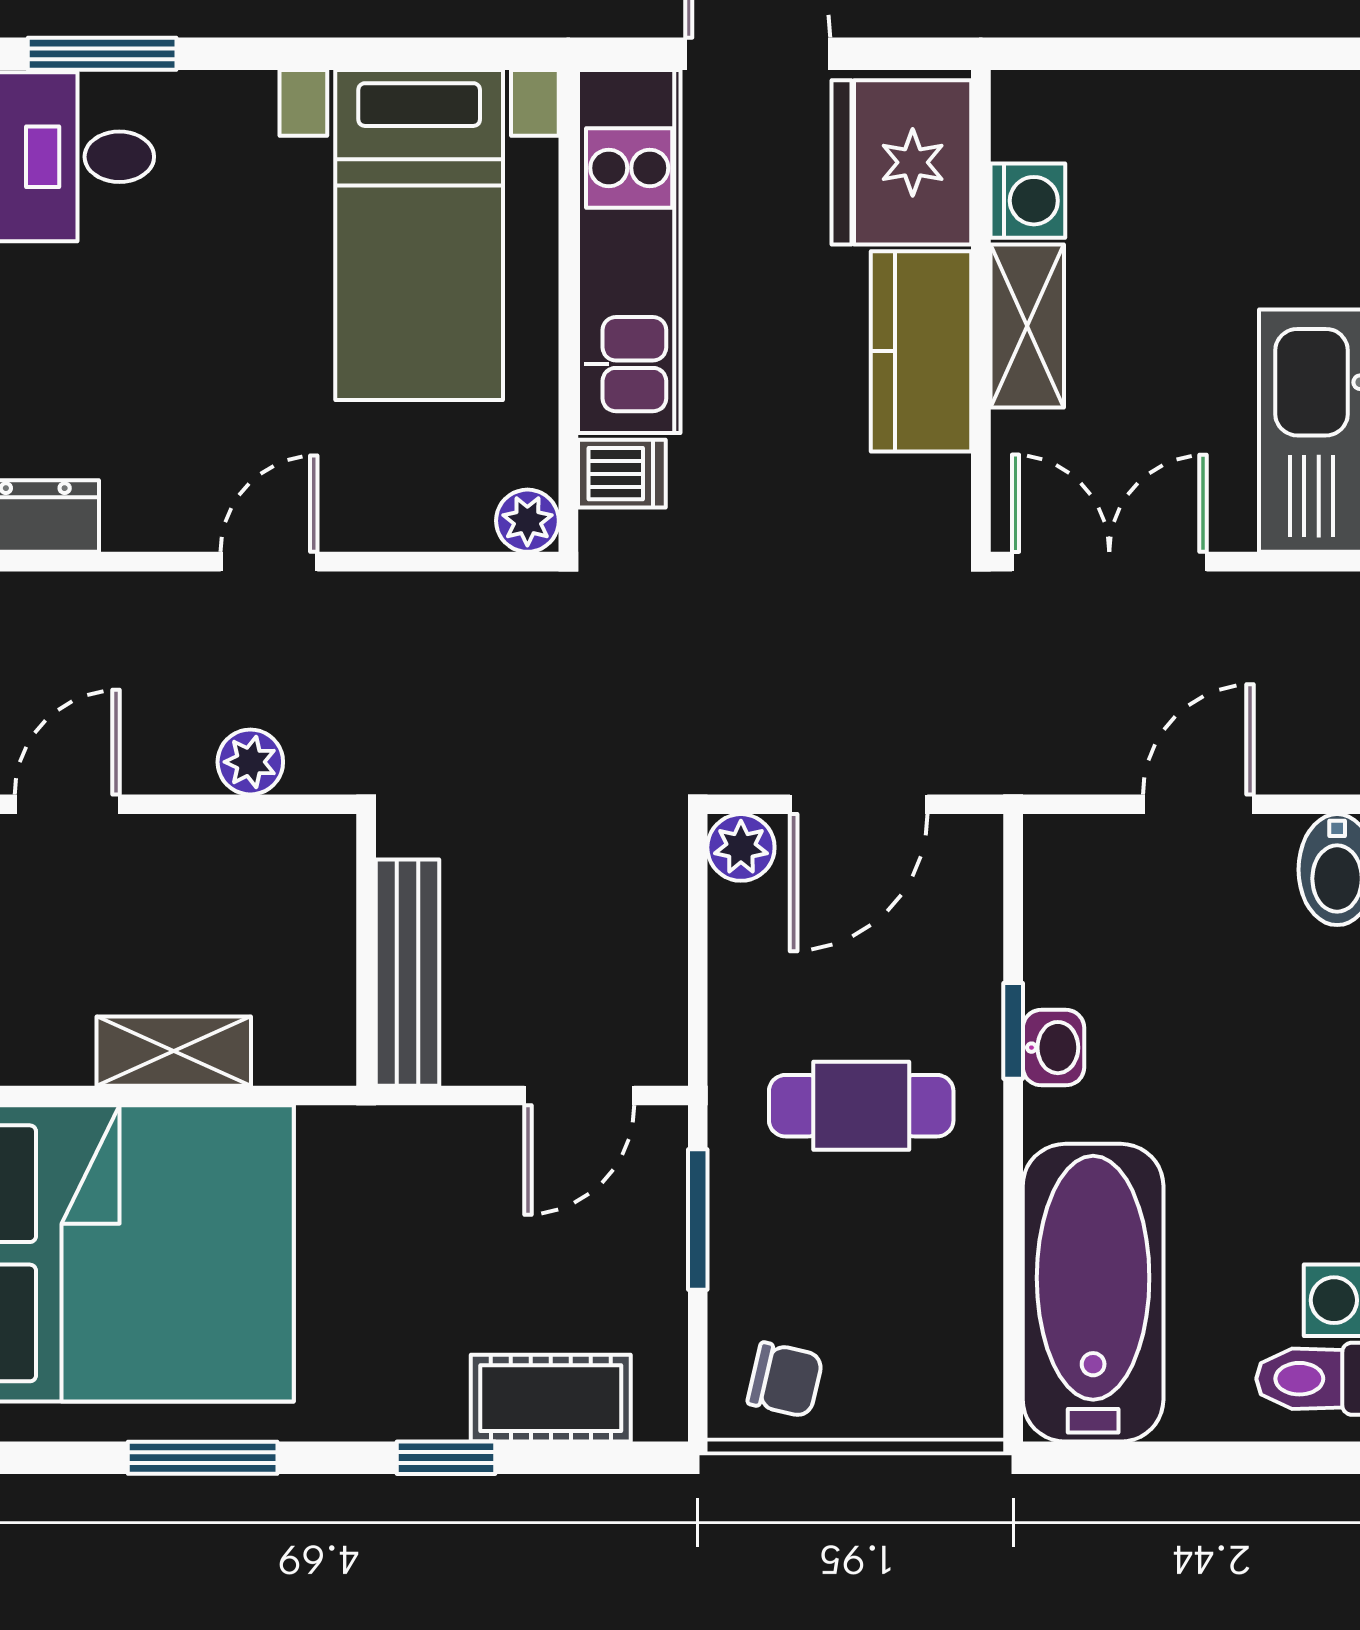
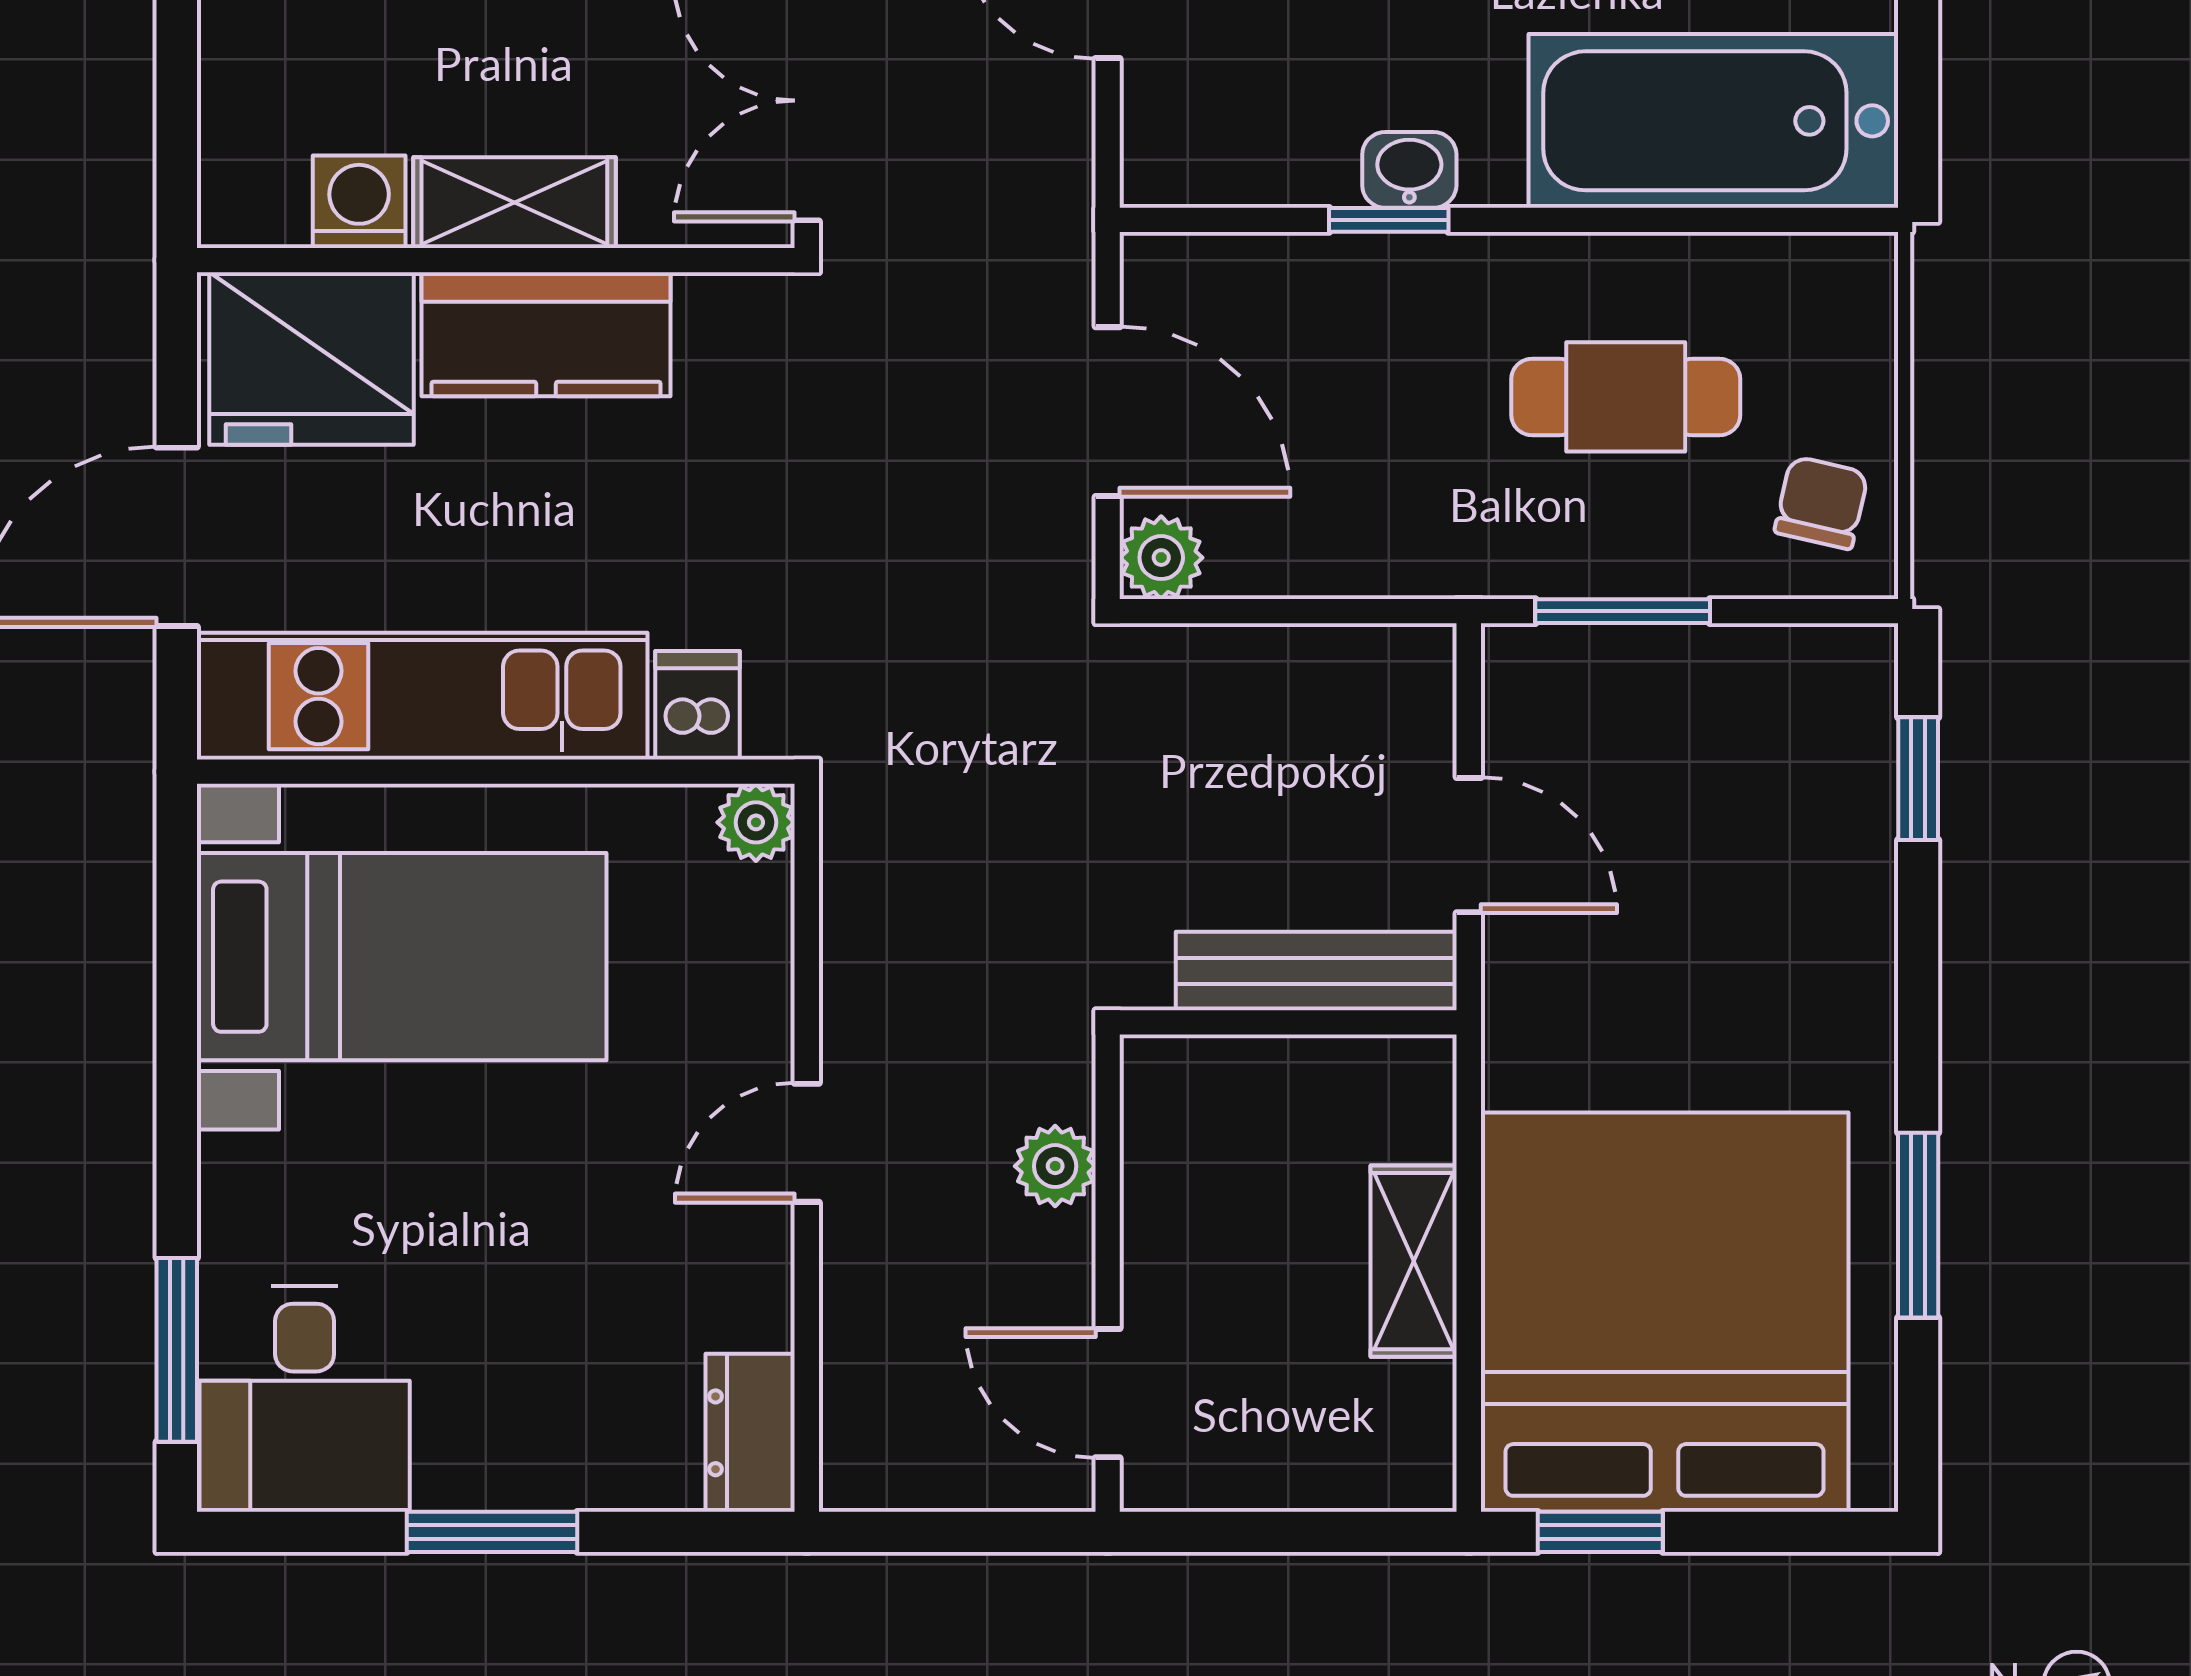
door: (269, 562) -> (807, 1143), hinge flipped
door: (579, 1095) -> (1469, 845), moved
cafe table: (861, 1106) -> (1626, 397), moved, turned 90
cot: (551, 1398) -> (1844, 793), removed
window: (446, 1458) -> (1918, 779), moved

